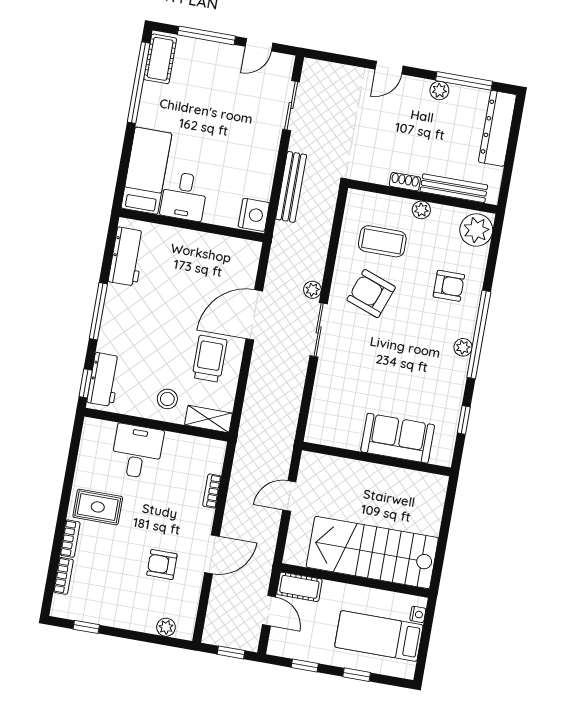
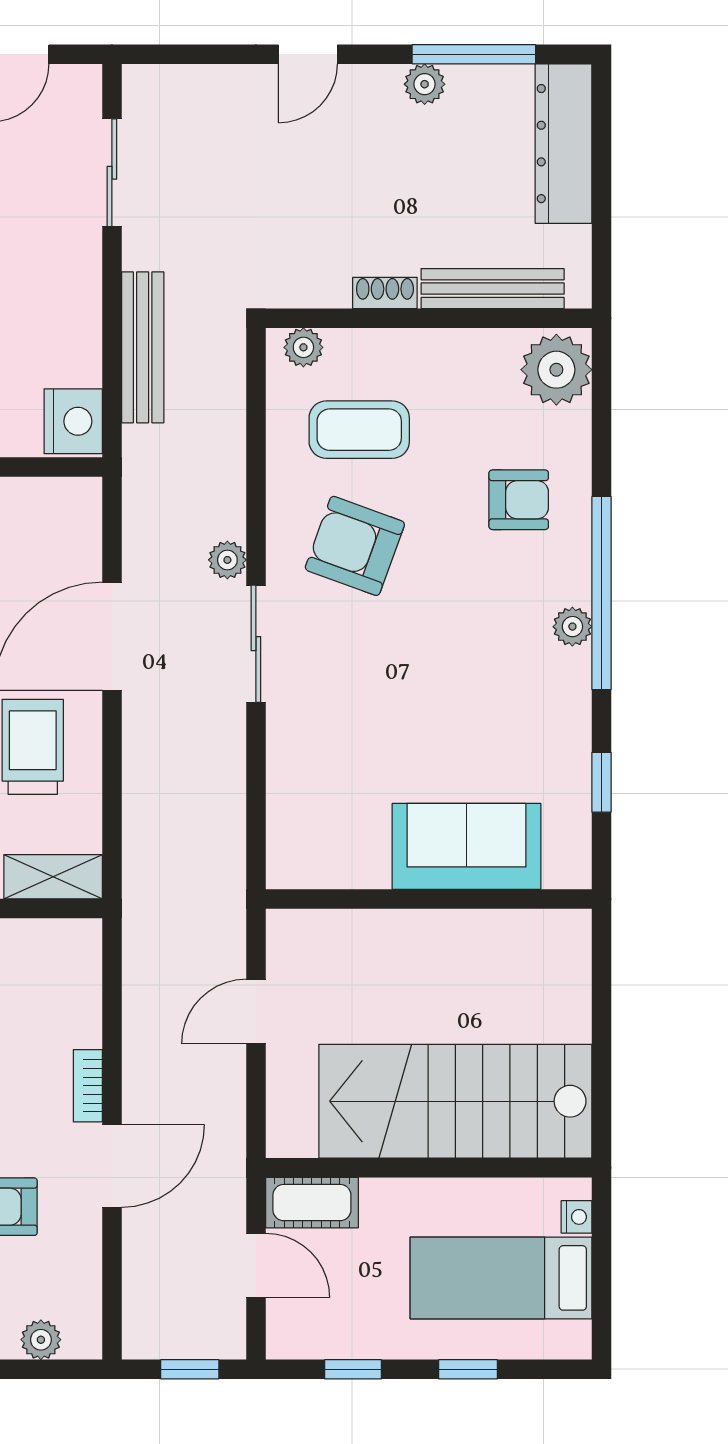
plant: (421, 210) -> (303, 347), moved
bookcase: (212, 491) -> (88, 1086), moved

